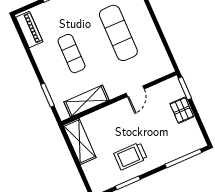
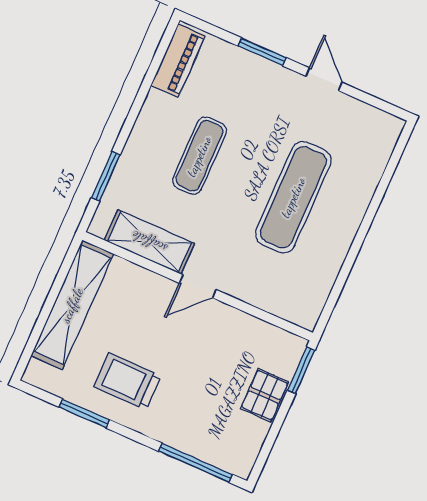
door: (135, 91) -> (198, 286), moved
shelving: (80, 141) -> (72, 305), width x1.47

